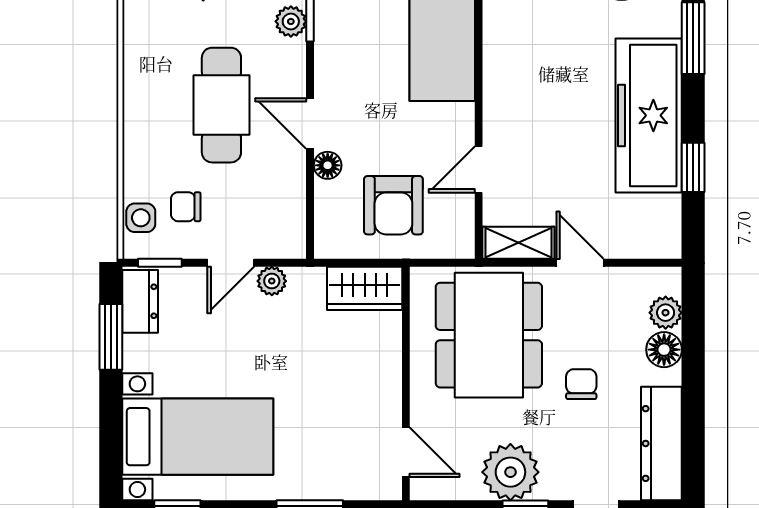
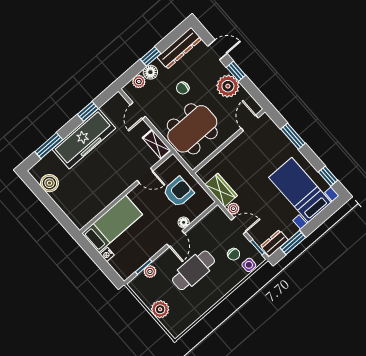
door: (580, 263) -> (138, 111), moved
wardrobe: (365, 288) -> (221, 190), moved
window: (693, 376) -> (151, 56), added

